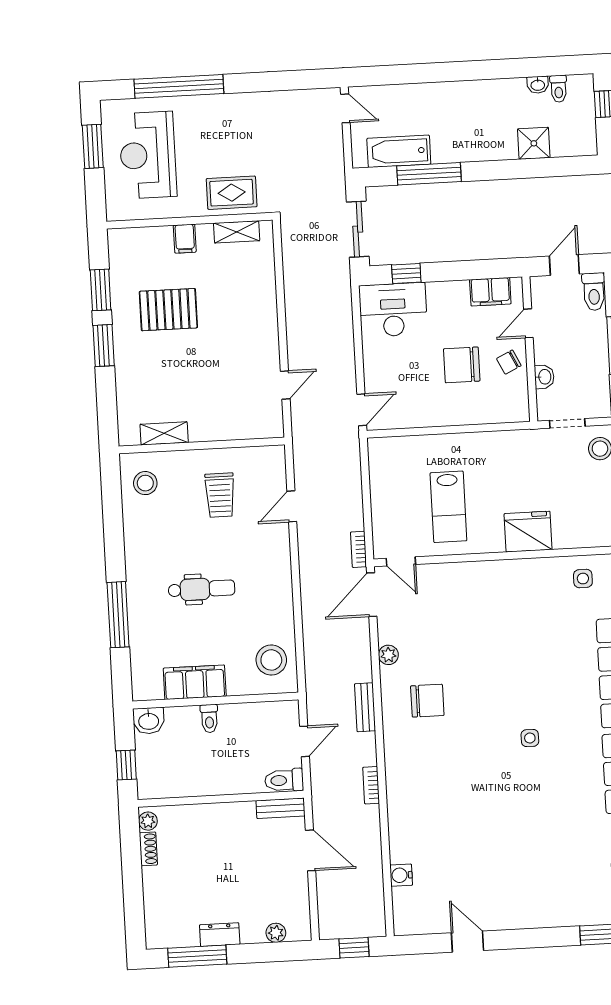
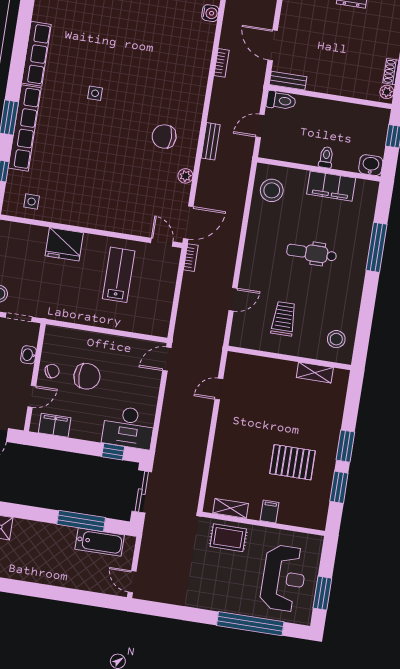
bookcase: (371, 785) -> (222, 63), moved

